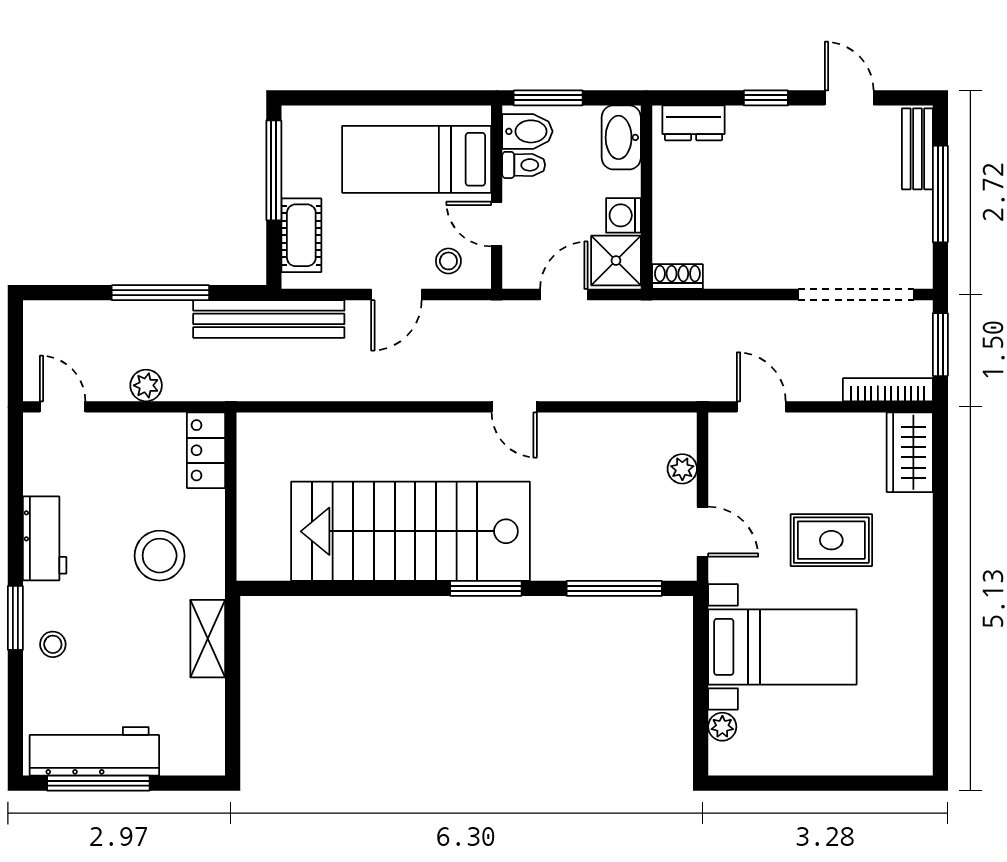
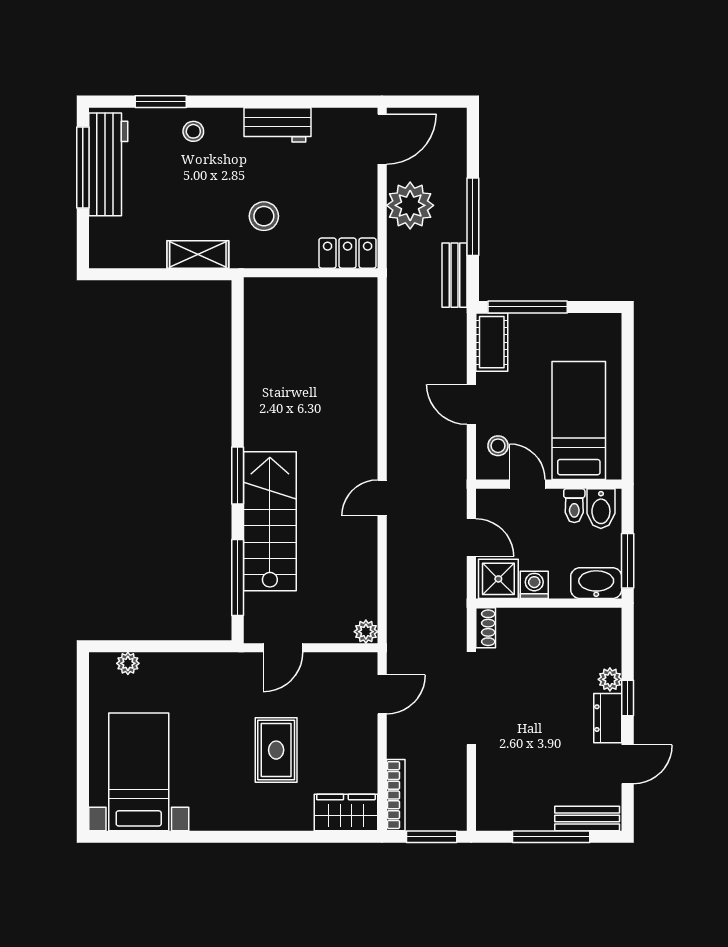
window: (548, 98) -> (628, 561), moved
plant: (742, 120) -> (610, 679), added
dresser: (694, 123) -> (608, 718), moved
window: (274, 170) -> (528, 307), moved
door: (497, 224) -> (527, 484), hinge flipped
cot: (301, 235) -> (492, 342), moved, turned 90
doorway: (856, 295) -> (471, 698), moved
bench: (269, 319) -> (455, 275), width x0.54, depth x0.82
plant: (146, 385) -> (410, 205), width x1.88, depth x1.88
door: (63, 407) -> (382, 139), width x1.38
plant: (682, 469) -> (366, 632), moved
stairs: (410, 531) -> (270, 521), moved, width x0.73, depth x0.66
stool: (160, 556) -> (264, 216), width x0.73, depth x0.73
window: (15, 618) -> (161, 102), moved
bed with nightstands: (782, 647) -> (139, 772), moved, turned 180

